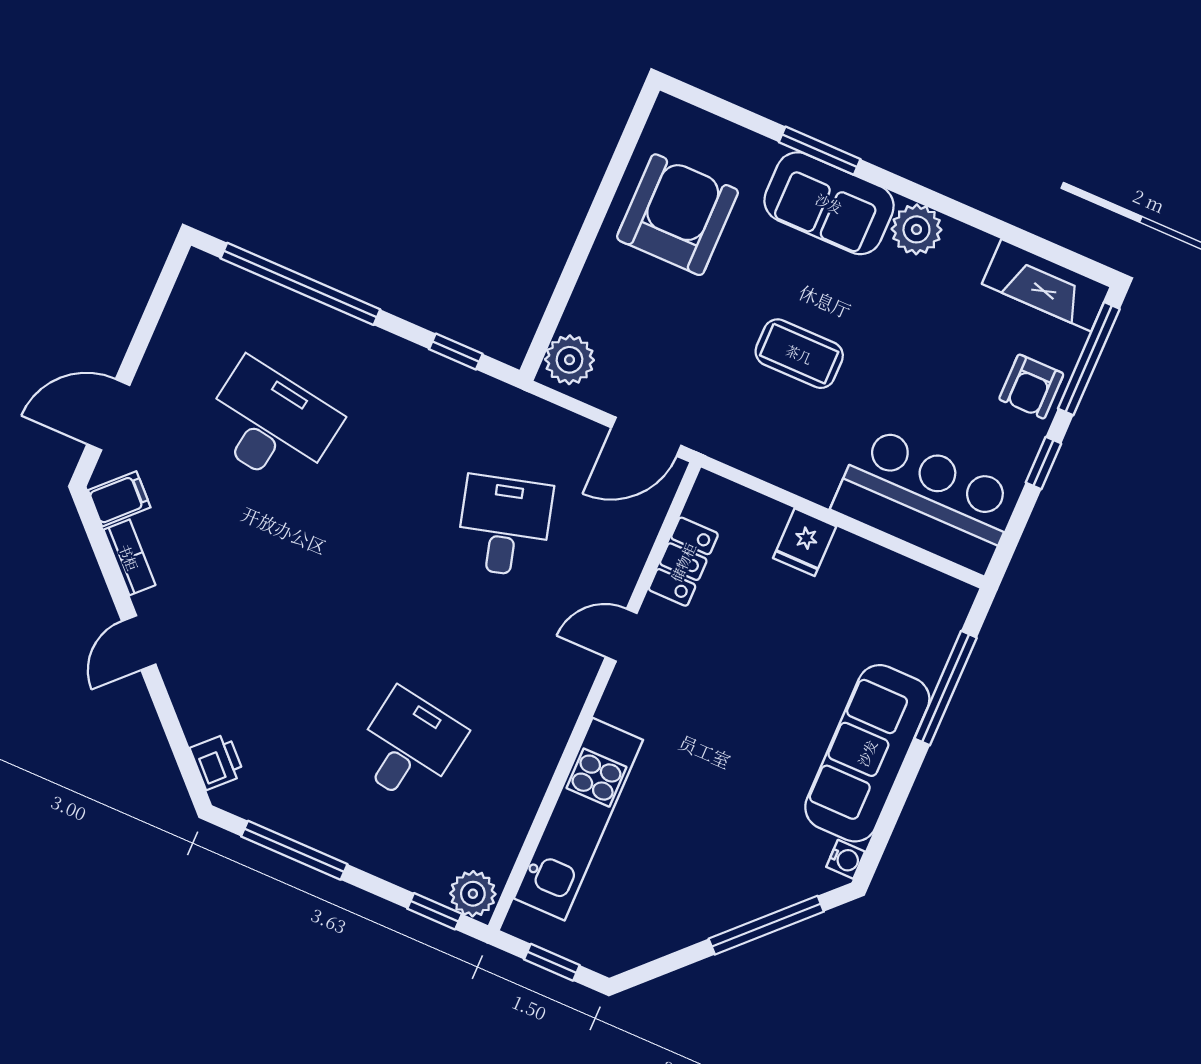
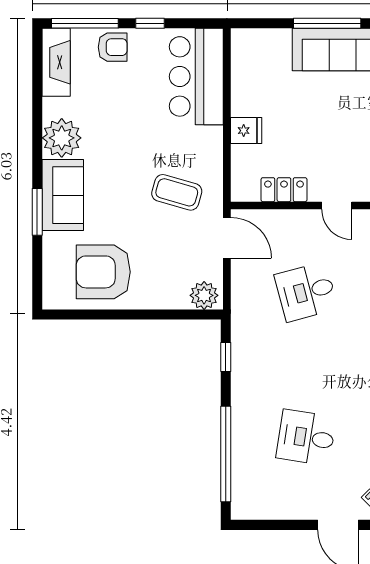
plant: (916, 229) -> (62, 138), width x1.36, depth x1.36
coffee table: (799, 354) -> (177, 192), moved, turned -74
desk: (271, 424) -> (306, 437), width x0.73
window: (946, 688) -> (327, 23), moved

